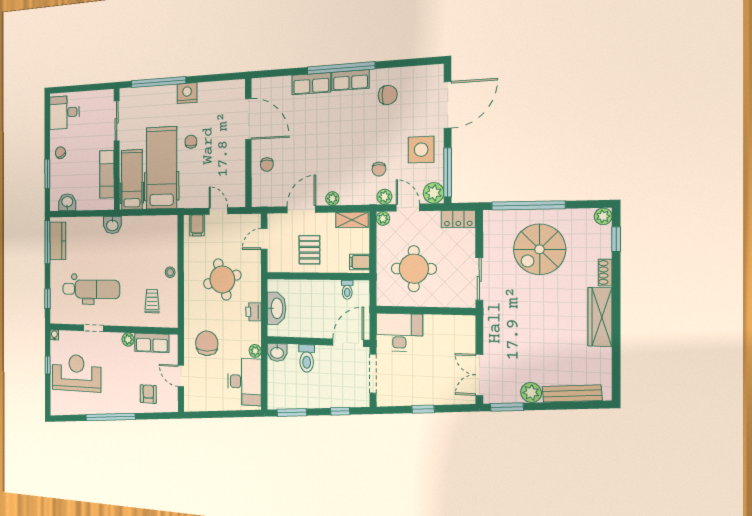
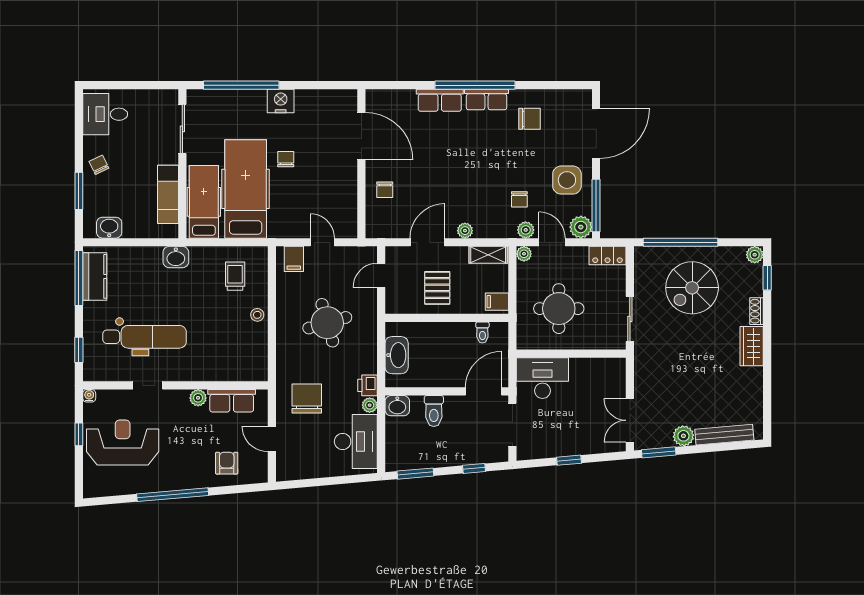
trolley: (152, 301) -> (235, 276), moved
printer: (254, 312) -> (368, 385), moved
wardrobe: (600, 317) -> (752, 346), width x0.67

